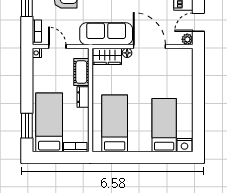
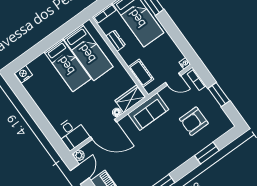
sofa: (106, 34) -> (148, 112), width x0.73
desk: (179, 63) -> (72, 133), added
dresser: (83, 97) -> (116, 41), moved
bed: (164, 125) -> (67, 65), moved

